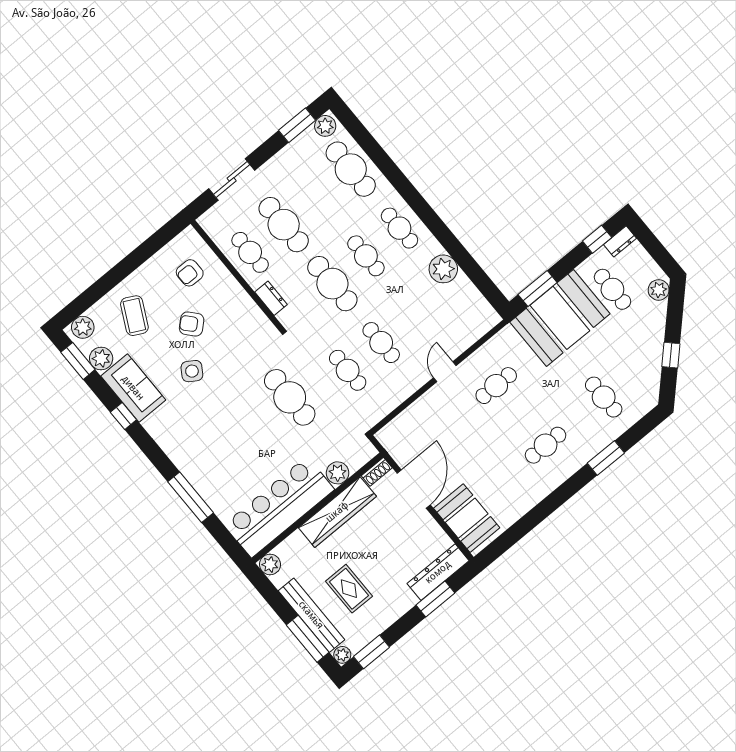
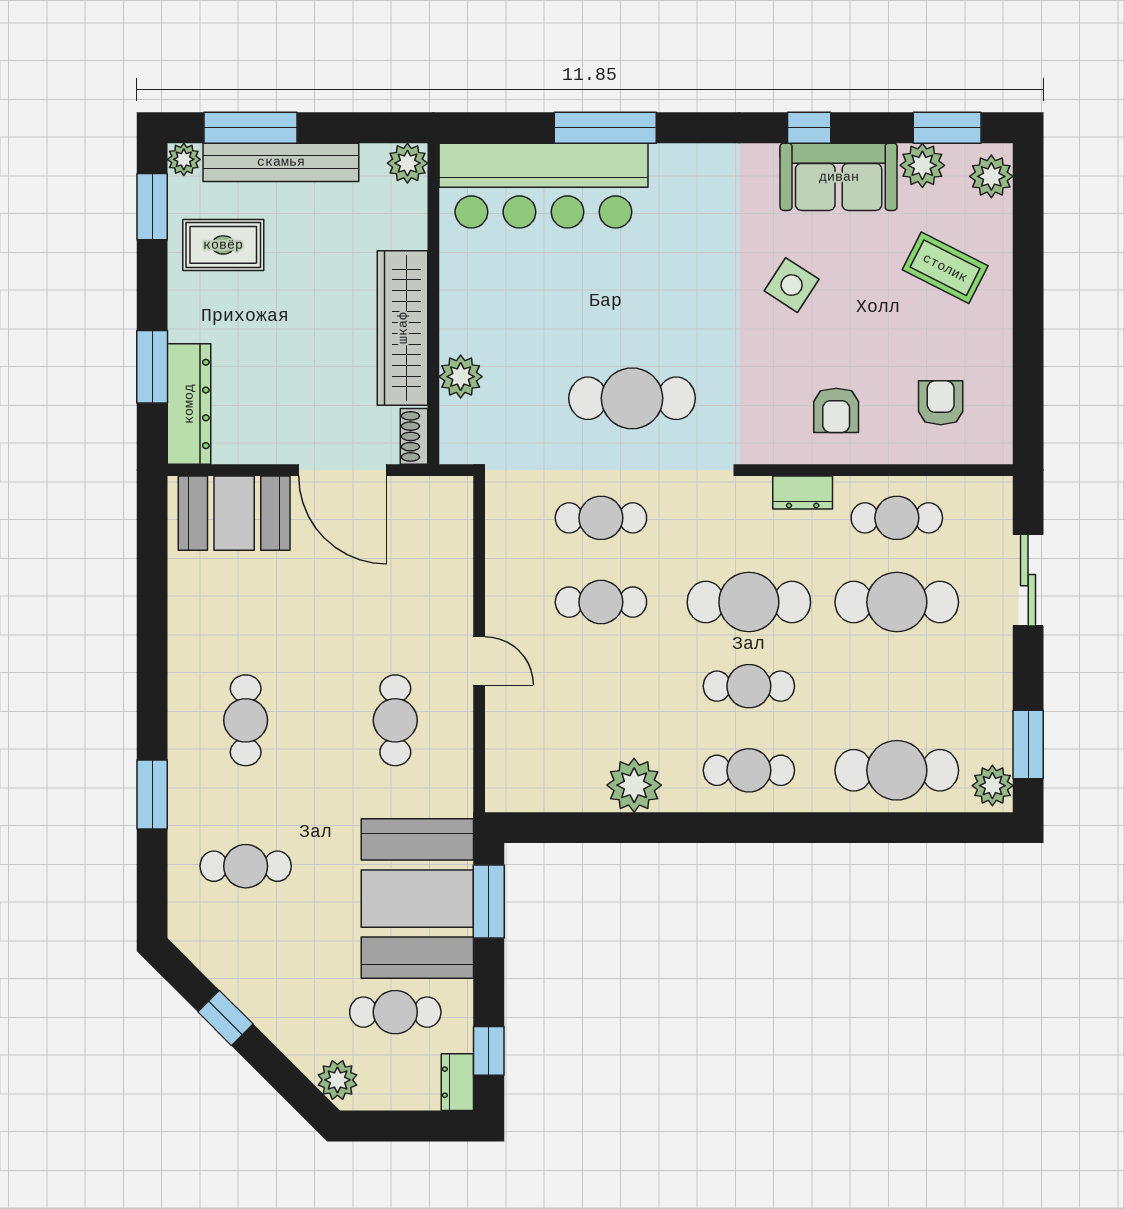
armchair: (192, 324) -> (836, 410), moved, turned 132
bar counter: (279, 507) -> (543, 186), moved, turned 90
rug: (349, 589) -> (223, 245), moved

